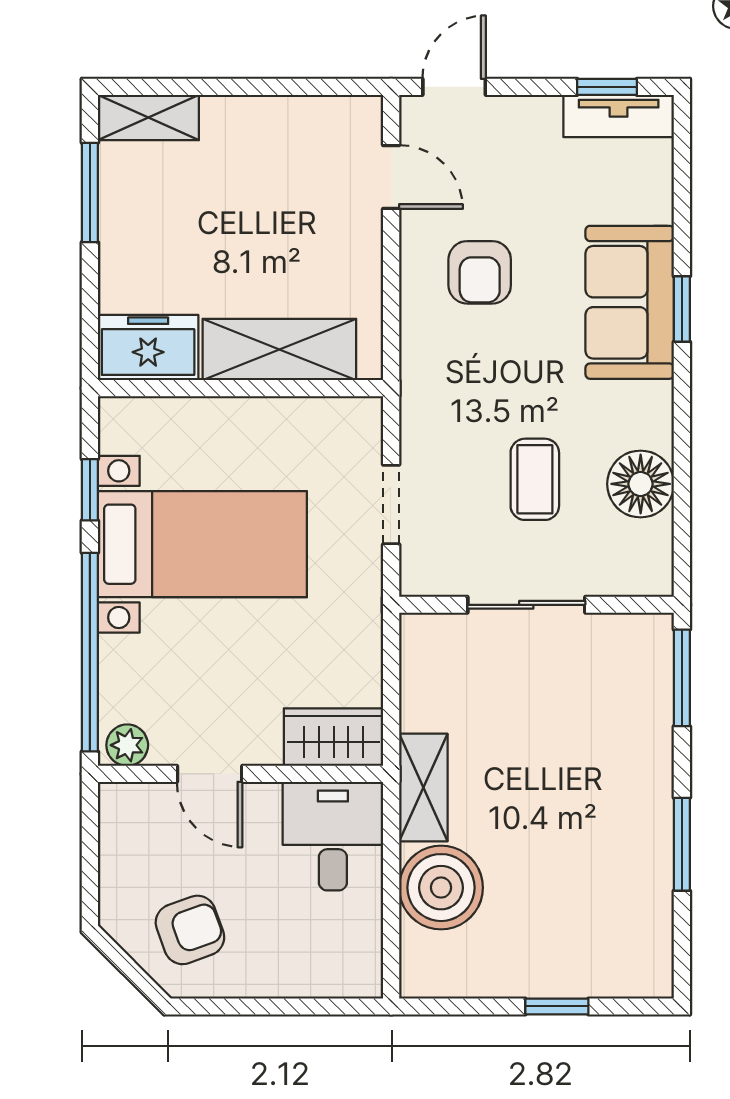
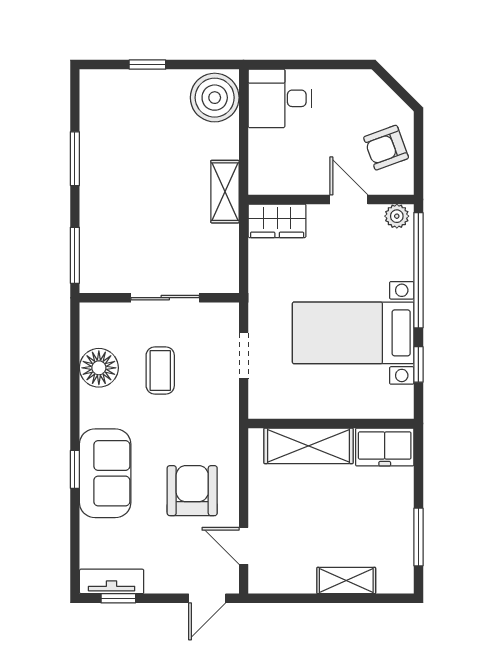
shelving: (148, 118) -> (346, 581), moved
armchair: (480, 272) -> (192, 491), width x1.38, depth x1.38
desk: (333, 836) -> (280, 98), moved, turned 90
boiler: (441, 888) -> (215, 98), moved
armchair: (190, 930) -> (386, 148), moved

